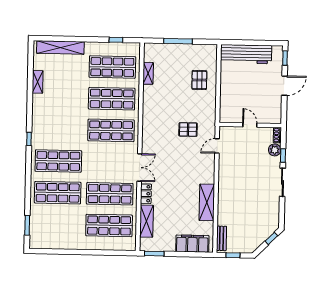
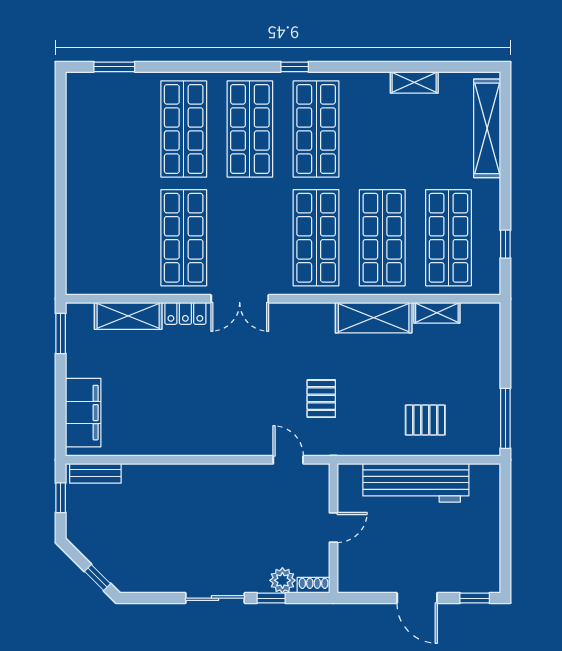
window: (178, 41) -> (505, 418), moved
workbench: (246, 54) -> (416, 483), moved, turned -90
shelving: (207, 202) -> (374, 318), moved
shop shelf: (109, 225) -> (316, 129), moved

